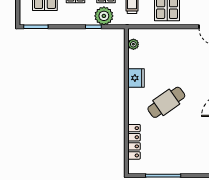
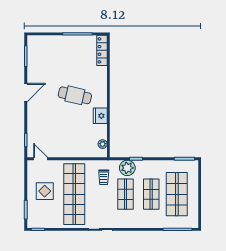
cafe table: (166, 102) -> (75, 95), turned 48
locker: (134, 142) -> (102, 50), moved

